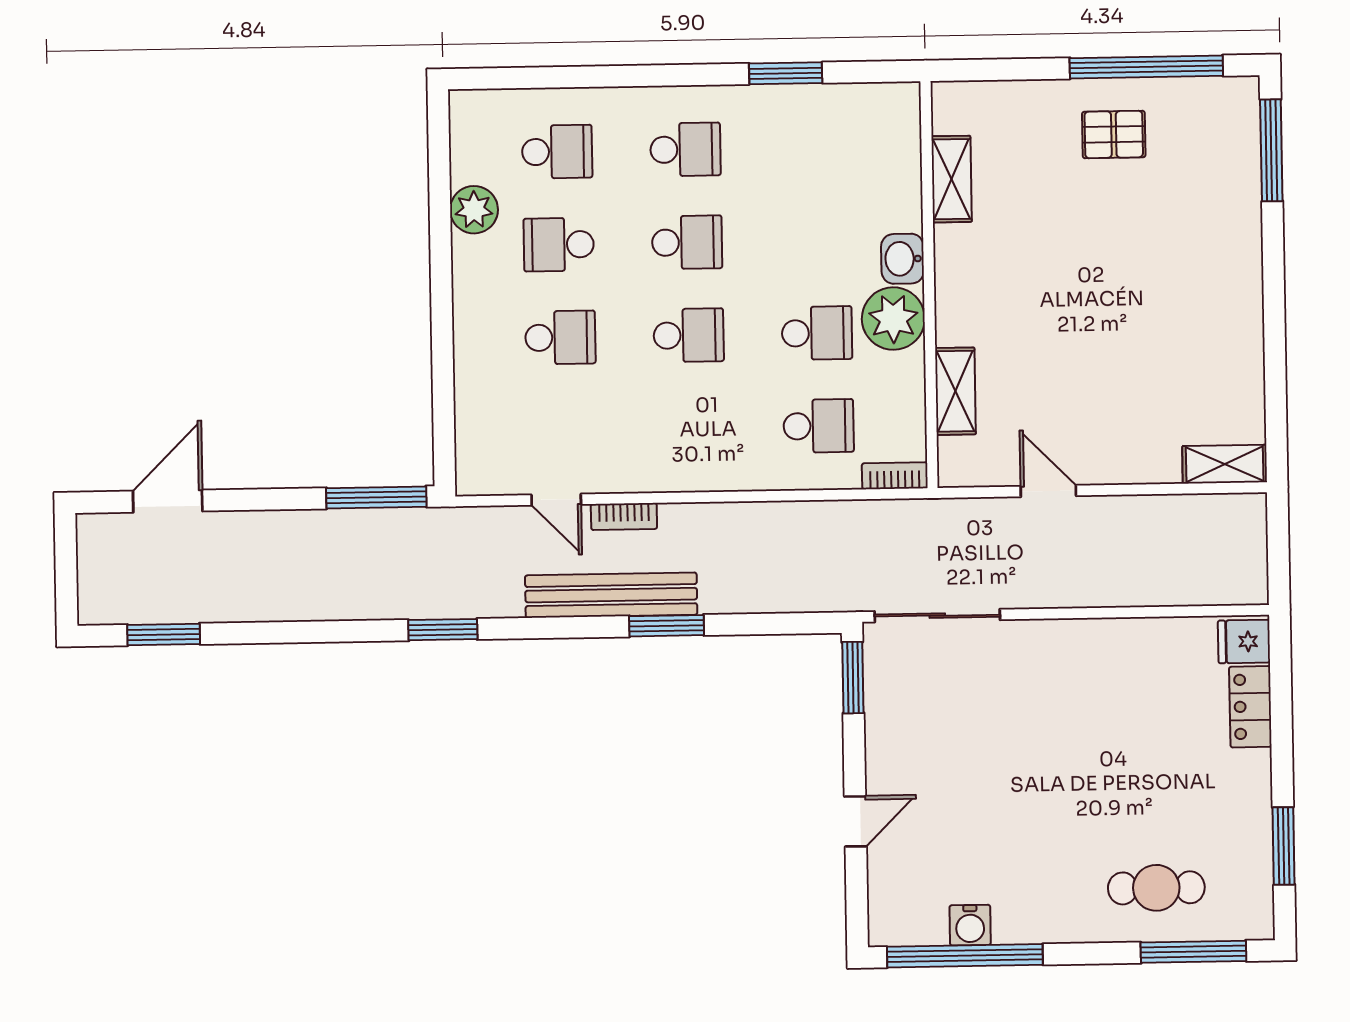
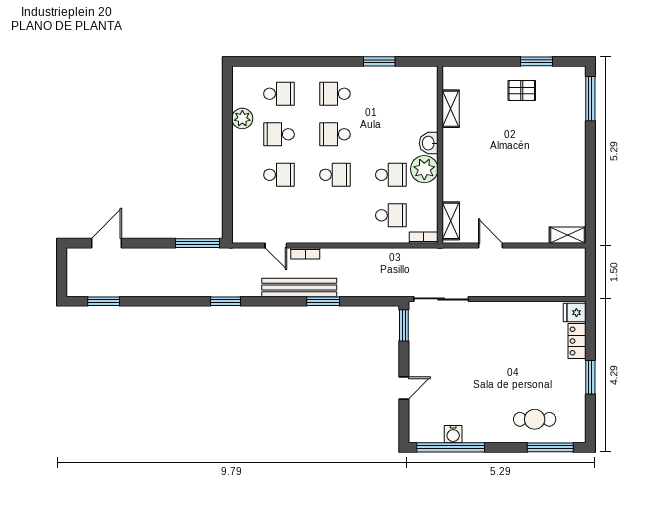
window: (1146, 67) -> (536, 61), width x0.47
school desk: (685, 149) -> (335, 94), turned 180
school desk: (687, 242) -> (335, 134), turned 180
shelving: (955, 391) -> (451, 221), moved
window: (1283, 846) -> (590, 377), moved

